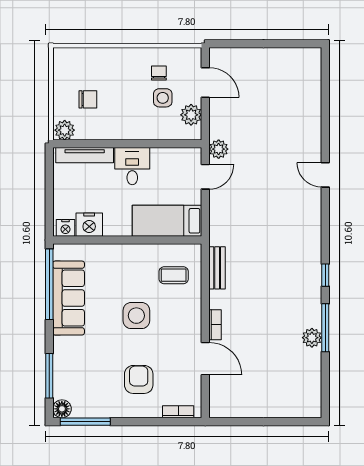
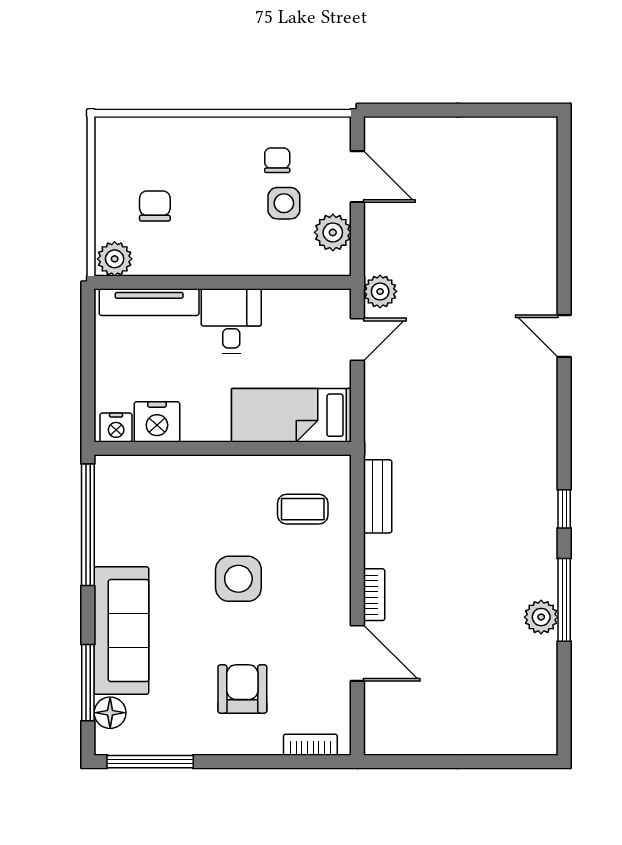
chair: (88, 99) -> (155, 206), turned -90
sofa: (69, 298) -> (121, 631), moved
floor lamp: (62, 409) -> (110, 713), moved

